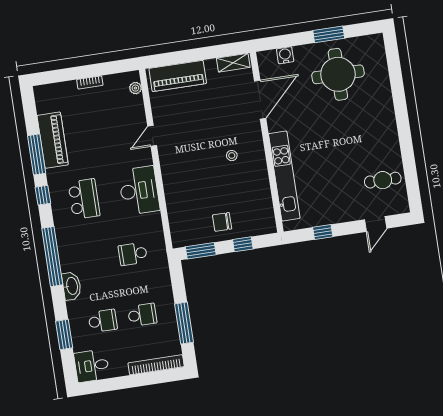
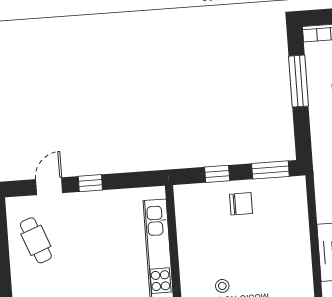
cafe table: (383, 180) -> (36, 240), turned 69
window: (323, 232) -> (90, 183), moved

